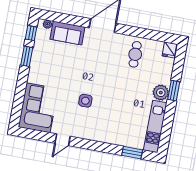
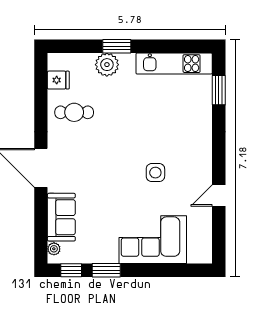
fridge: (169, 50) -> (58, 80), moved
plant: (161, 93) -> (107, 65), moved
corner sofa: (38, 108) -> (153, 240), moved
door: (63, 140) -> (219, 195), swing flipped

